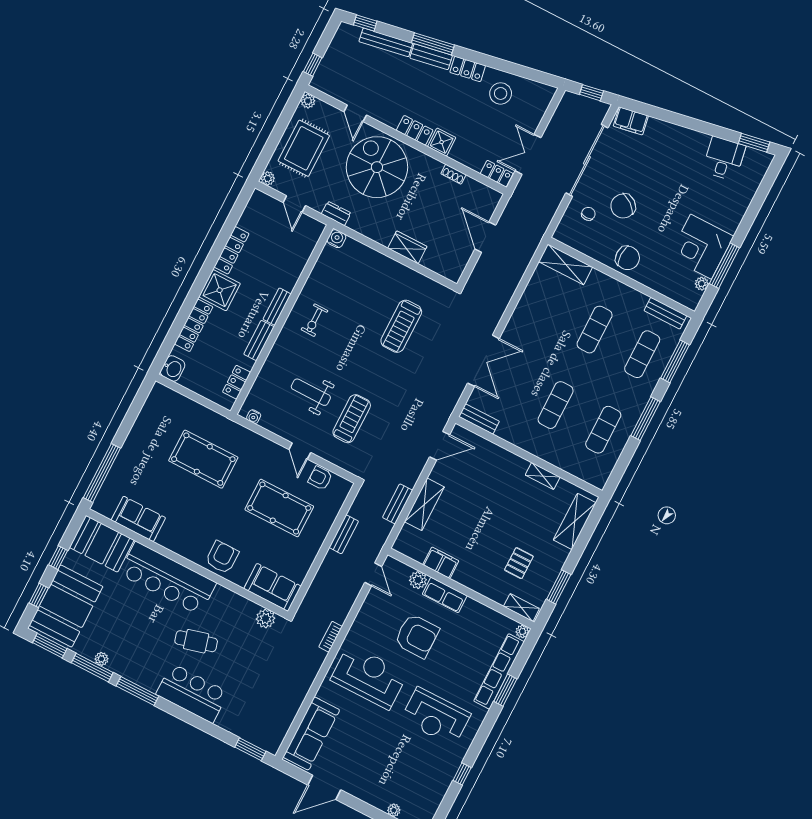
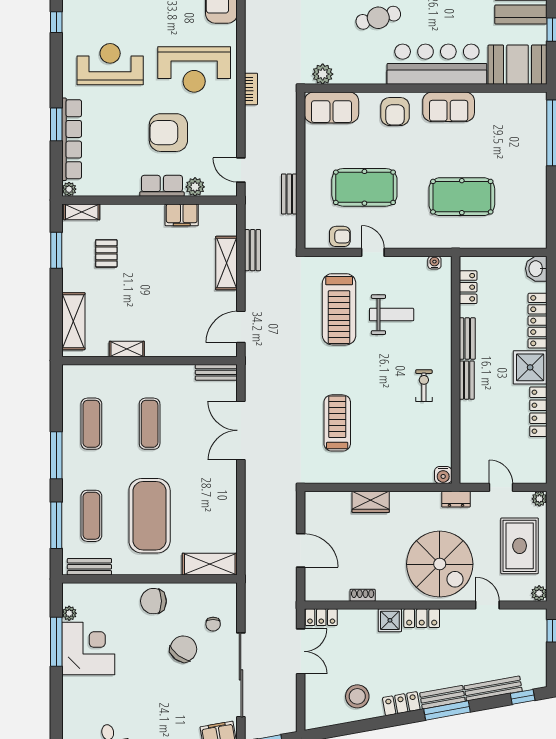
exercise mat: (595, 330) -> (150, 516), width x2.00, depth x1.45
treadmill: (352, 419) -> (339, 309), width x1.37, depth x1.38
sofa: (138, 519) -> (449, 107), moved

